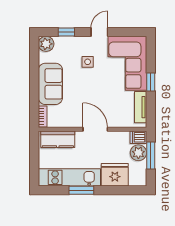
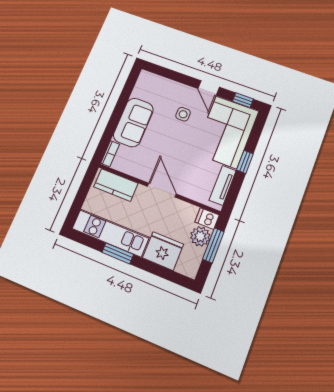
window: (66, 32) -> (243, 100), moved
door: (99, 32) -> (209, 88), swing flipped
plant: (46, 44) -> (146, 80), removed

